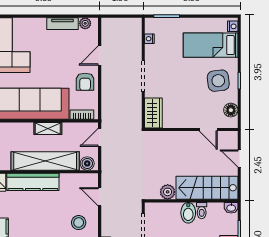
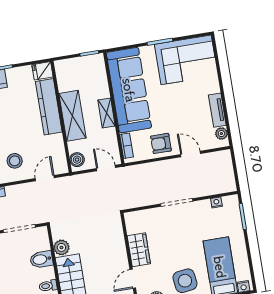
wardrobe: (153, 113) -> (139, 250), moved, turned -90
shelving: (45, 161) -> (72, 116), width x0.68
bidet: (188, 213) -> (41, 259), moved

